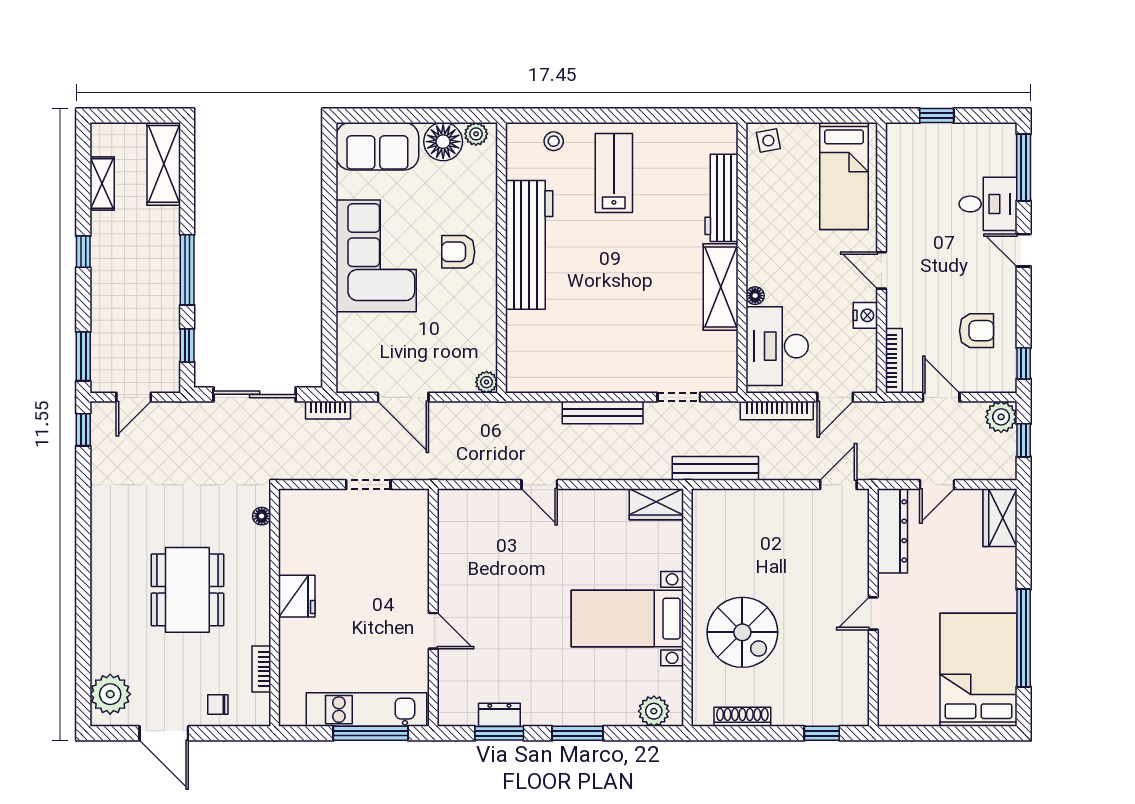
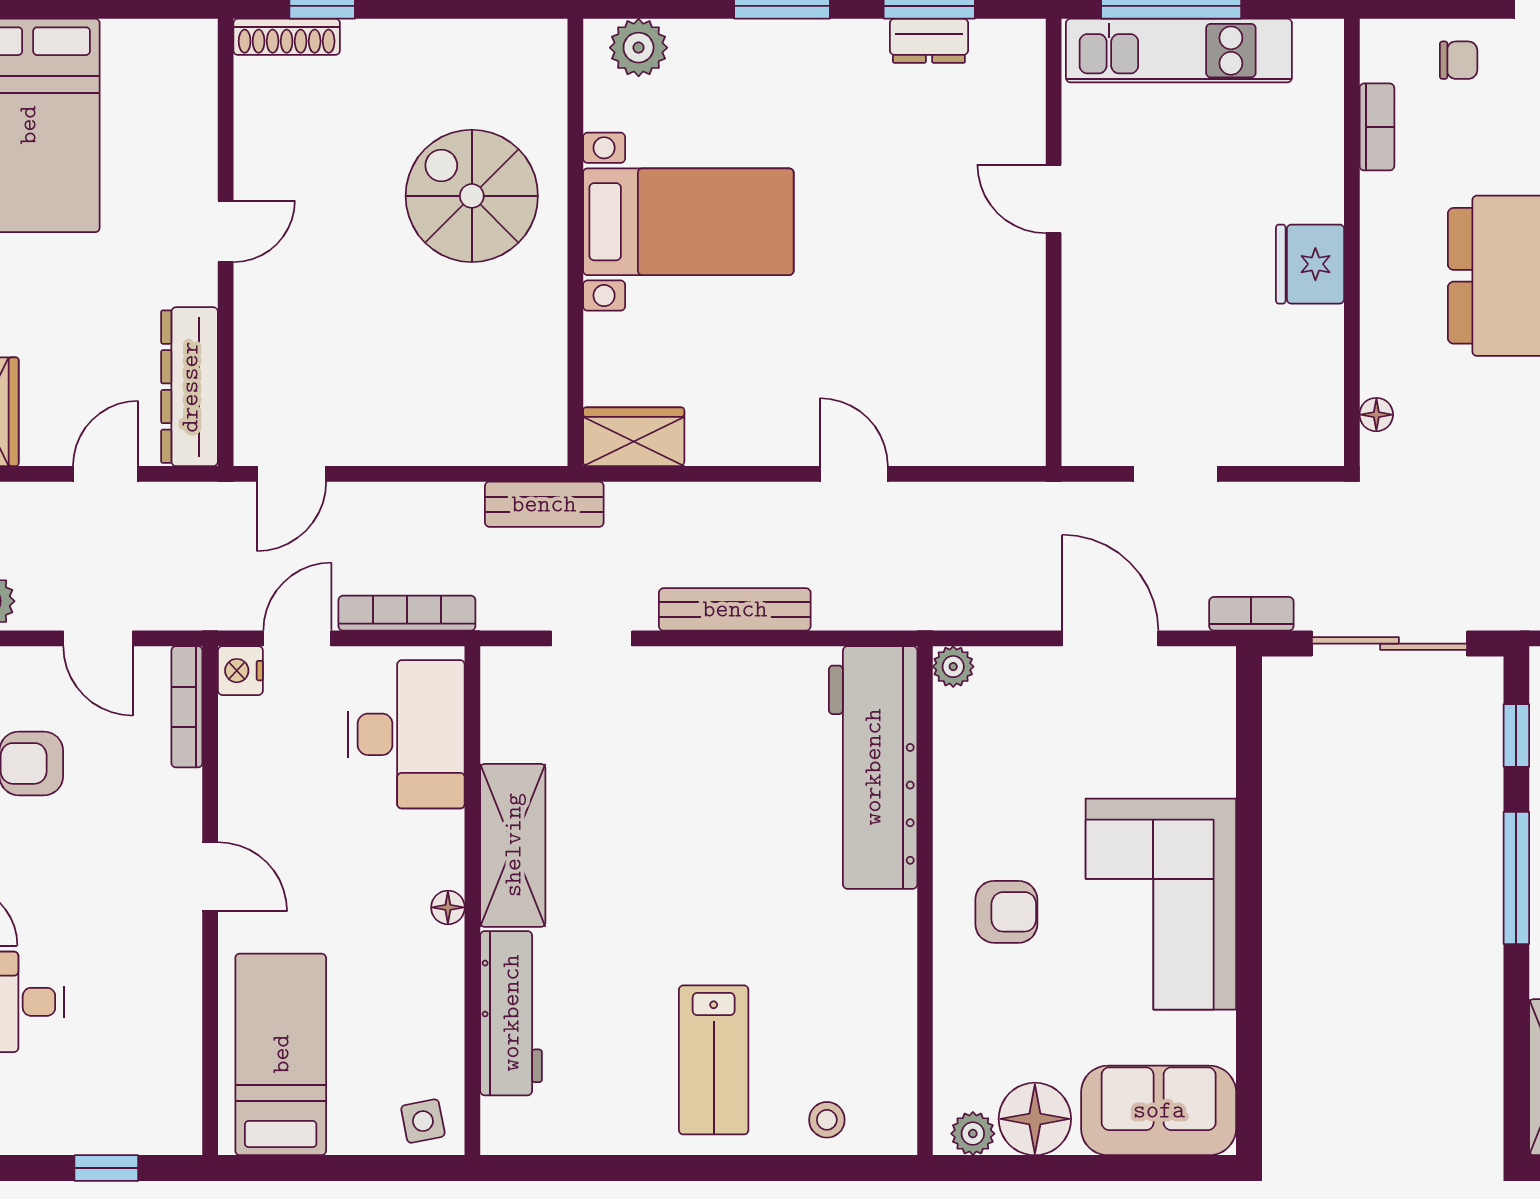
workbench: (529, 245) -> (873, 767), moved
floor lamp: (755, 296) -> (448, 907), moved
nightstand: (865, 315) -> (240, 671), moved
bench: (715, 468) -> (544, 504), width x0.73
shoe rack: (742, 717) -> (287, 37), moved

